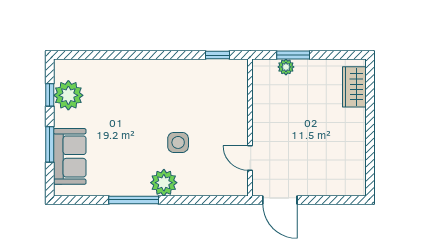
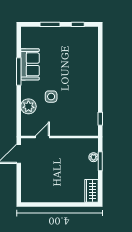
wardrobe: (354, 87) -> (91, 191), moved, turned -90
plant: (68, 95) -> (78, 35), removed
sofa: (70, 156) -> (30, 64), moved, turned -90
plant: (164, 183) -> (28, 106), moved

